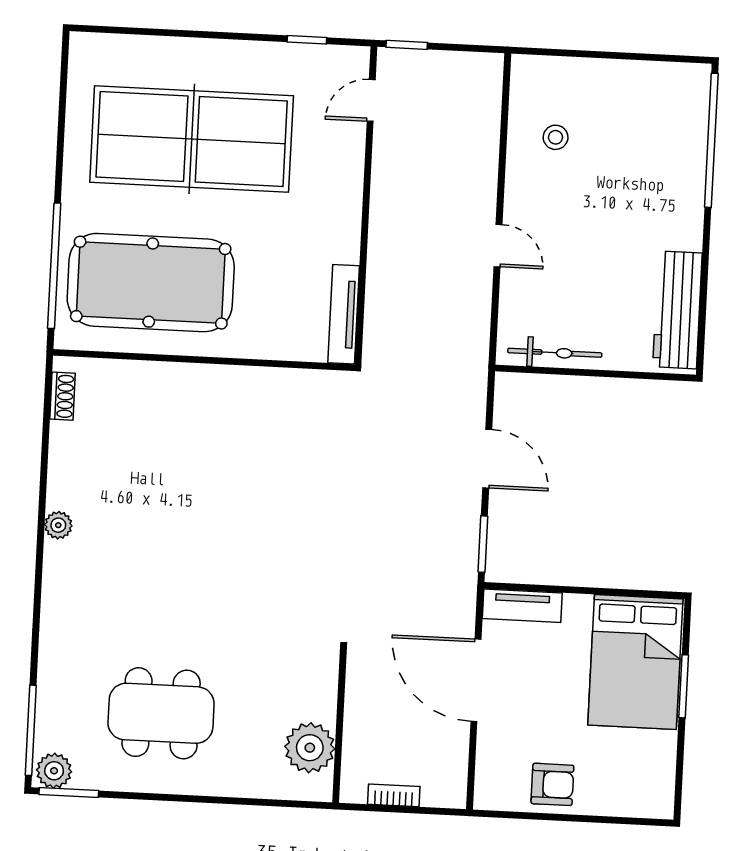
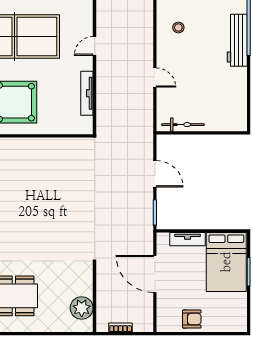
door: (371, 100) -> (95, 46), moved
workbench: (677, 310) -> (237, 40), moved
tv unit: (344, 314) -> (87, 93), moved
tv unit: (522, 606) -> (187, 239), moved

